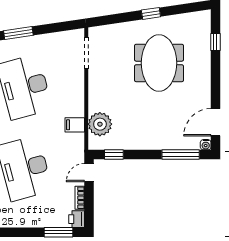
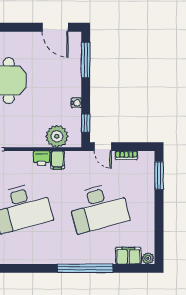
water cooler: (206, 145) -> (76, 103), moved
printer: (77, 219) -> (41, 158), moved

